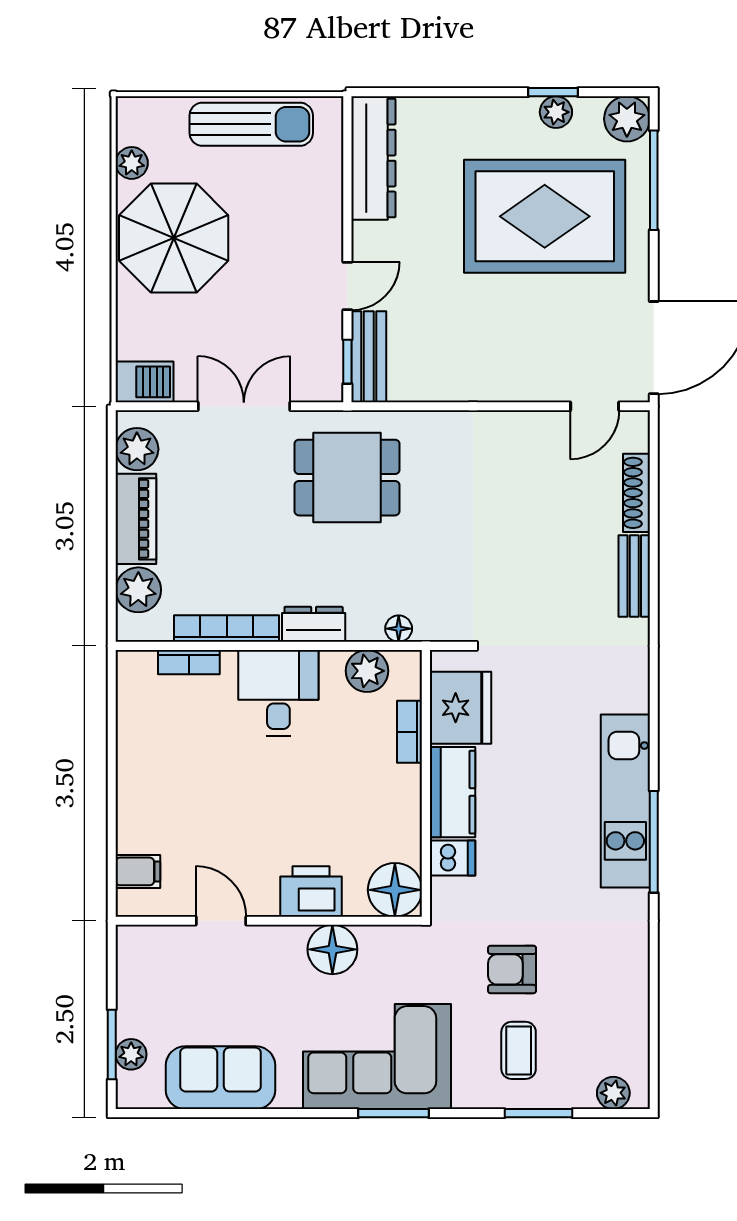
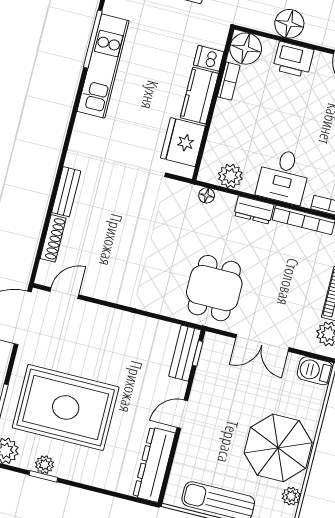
door: (347, 286) -> (182, 414), moved
dining table: (347, 478) -> (214, 288), turned 90
bookcase: (410, 732) -> (229, 81), moved

